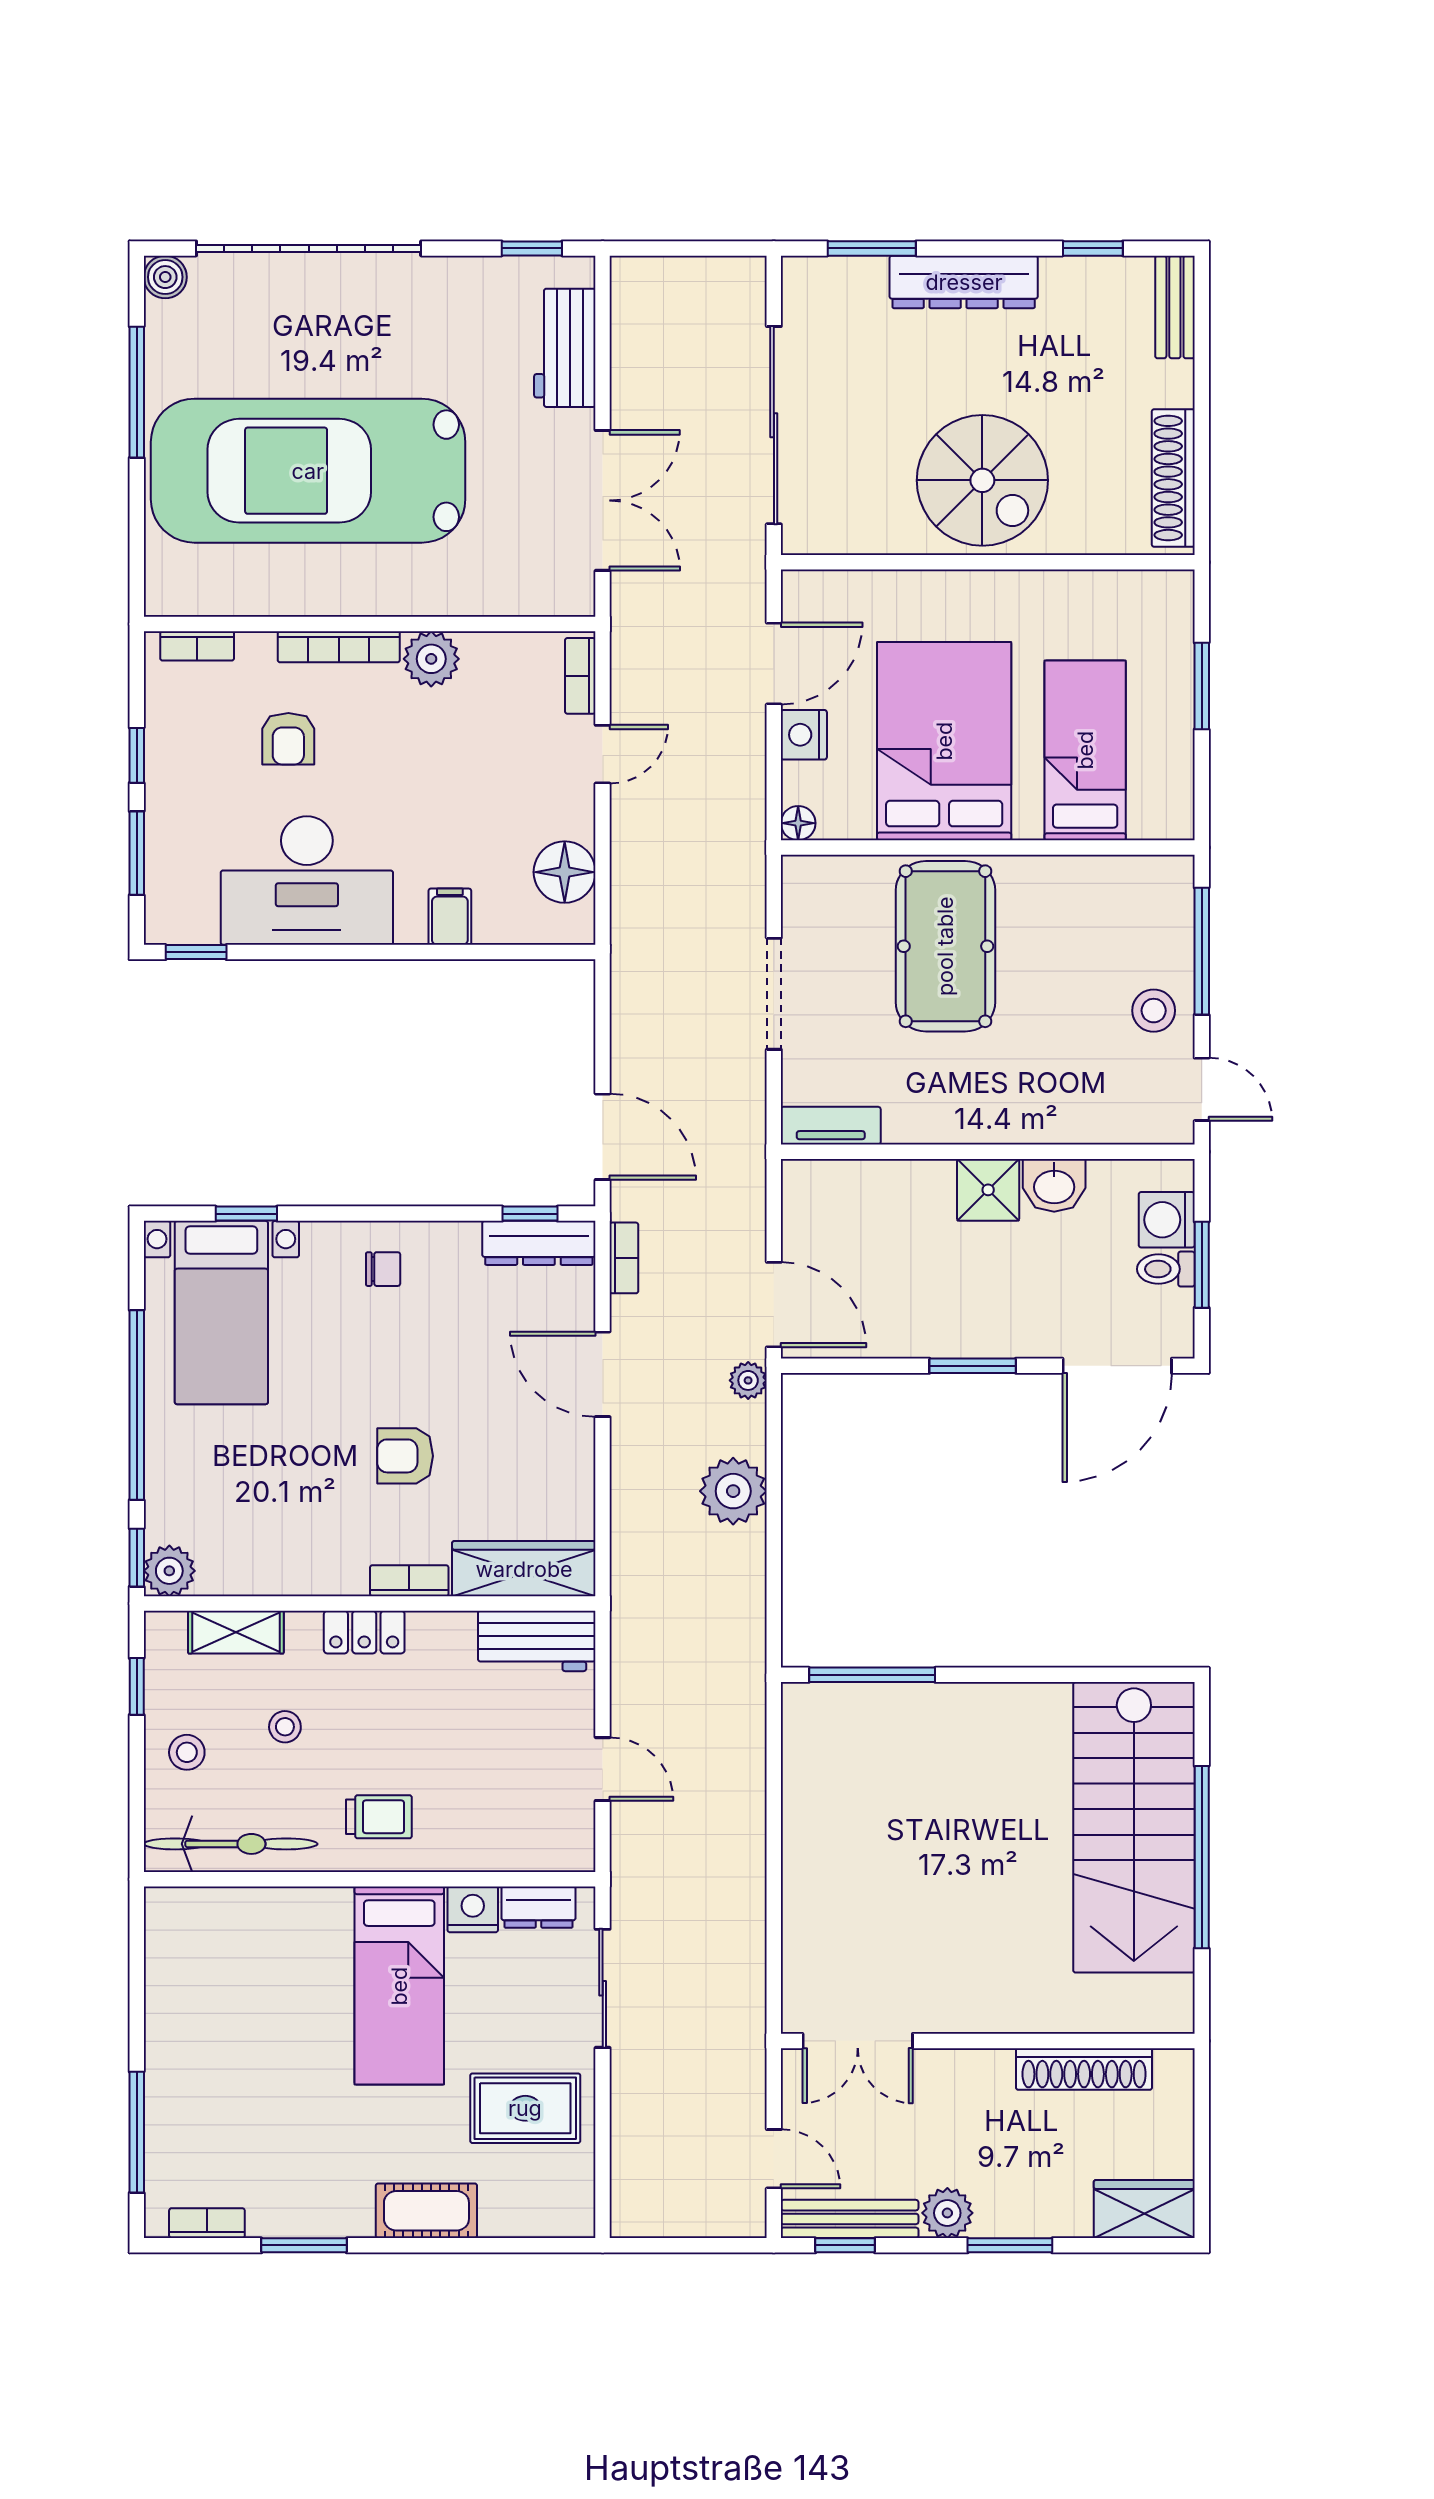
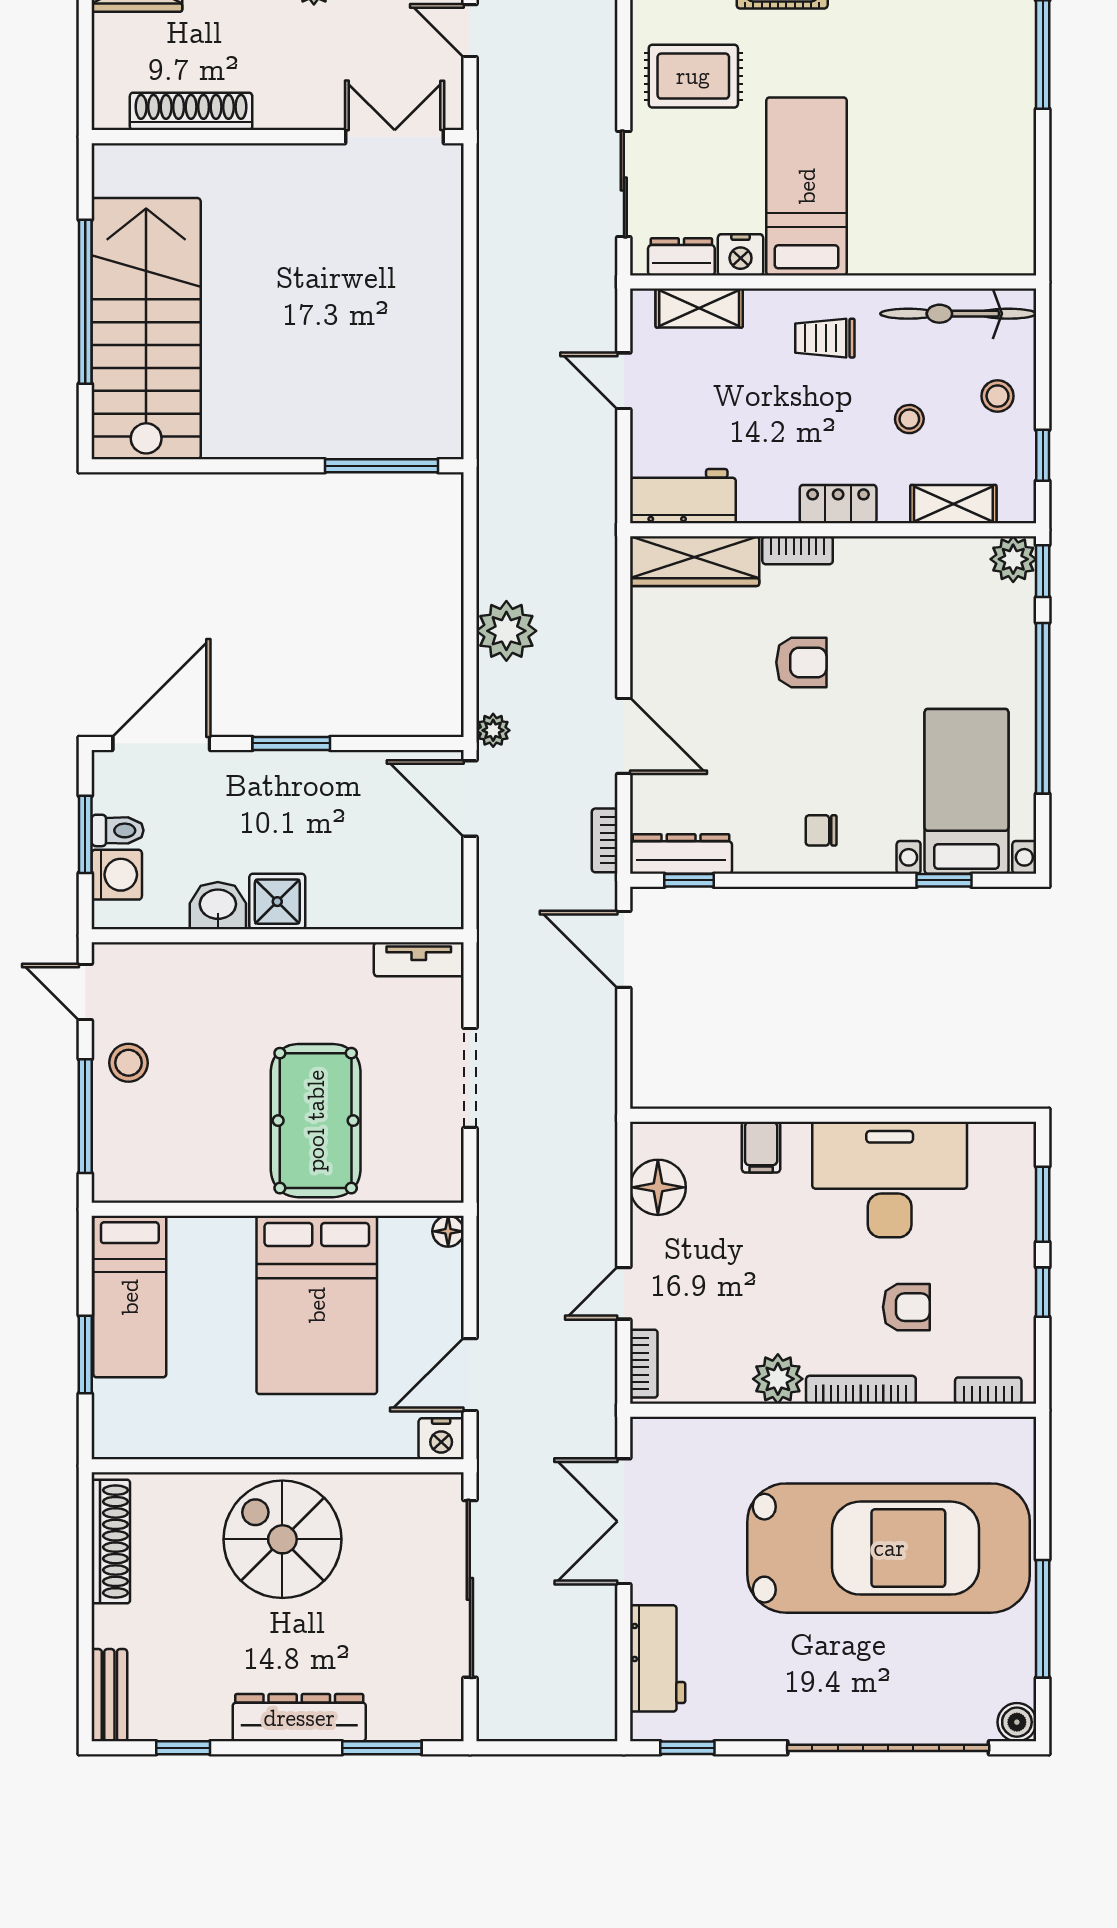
nightstand: (804, 735) -> (441, 1439), moved, turned 90
armchair: (288, 739) -> (906, 1307), turned 90
bed: (1085, 750) -> (130, 1297), moved
window: (196, 952) -> (989, 1115), removed
shelving: (519, 1850) -> (699, 308), added

